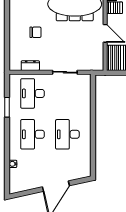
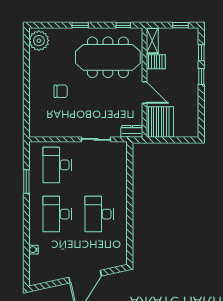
dresser: (30, 66) -> (132, 131), moved

